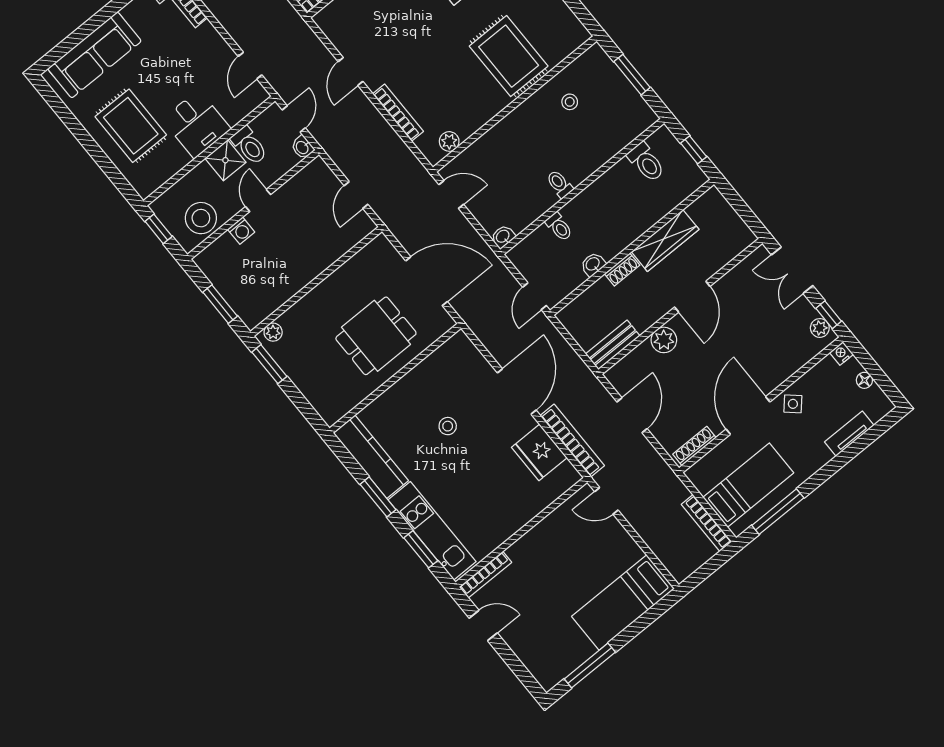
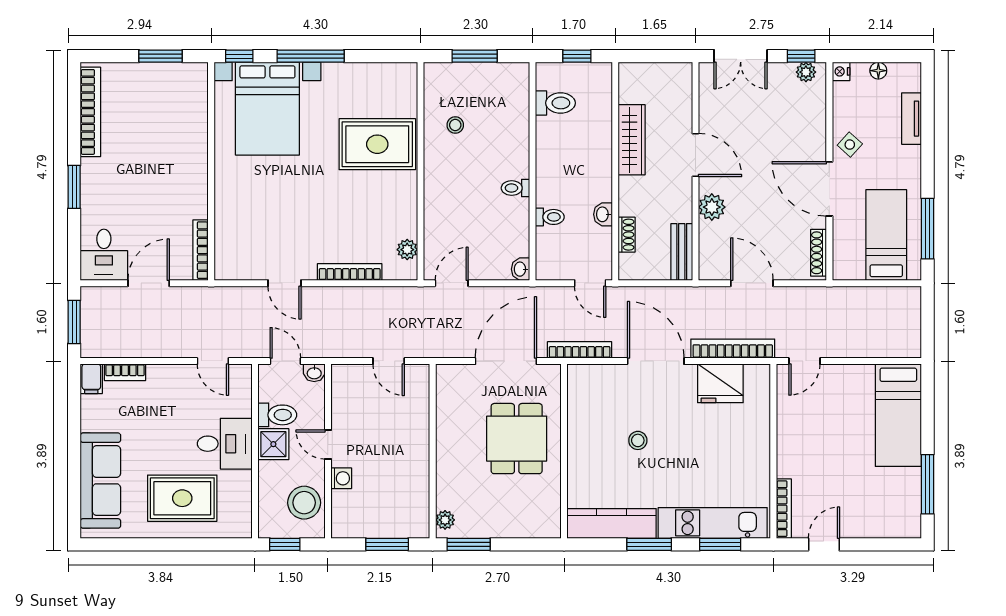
shoe rack: (622, 269) -> (627, 235), moved
bookcase: (706, 523) -> (580, 350), moved, turned 180

